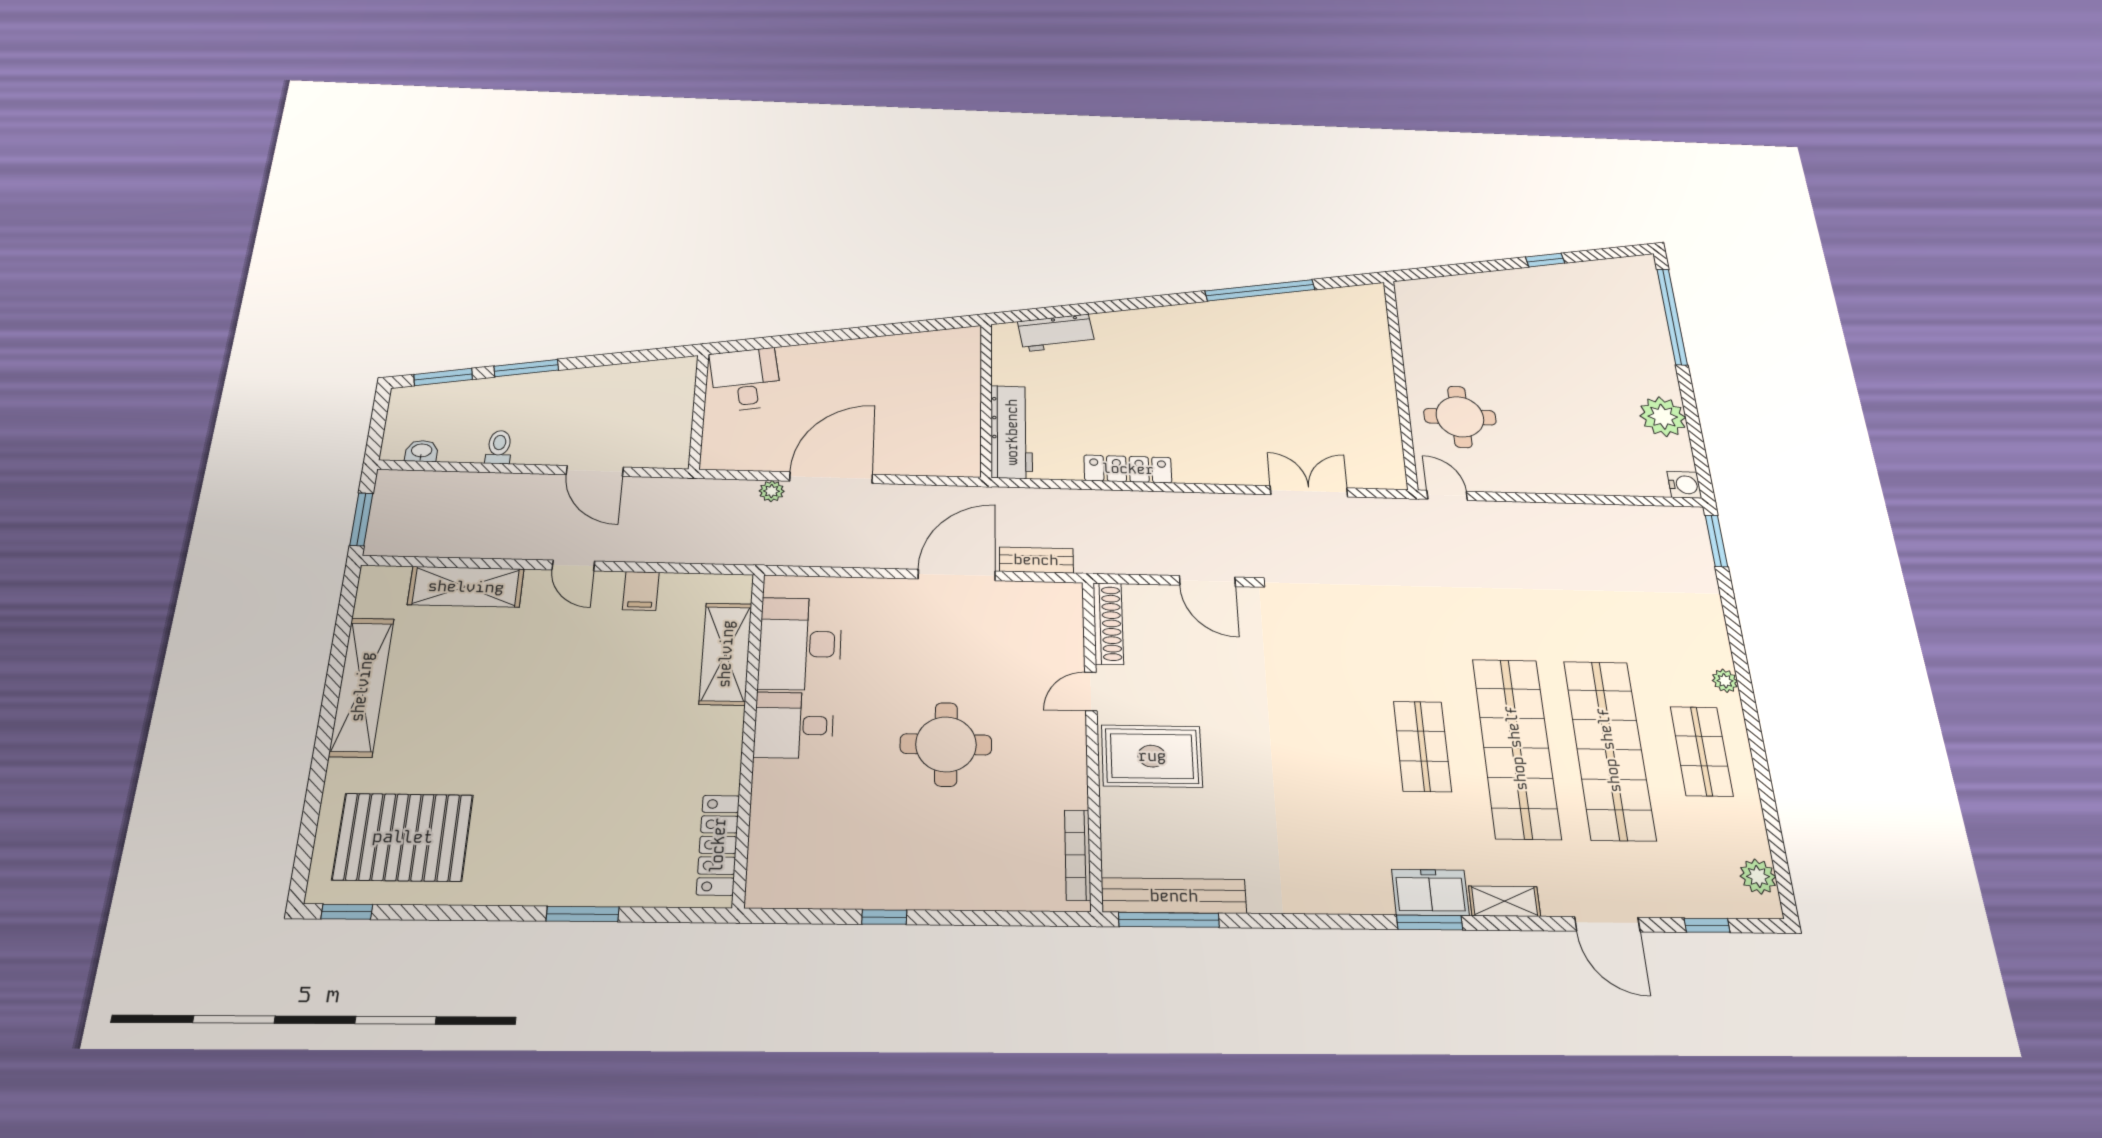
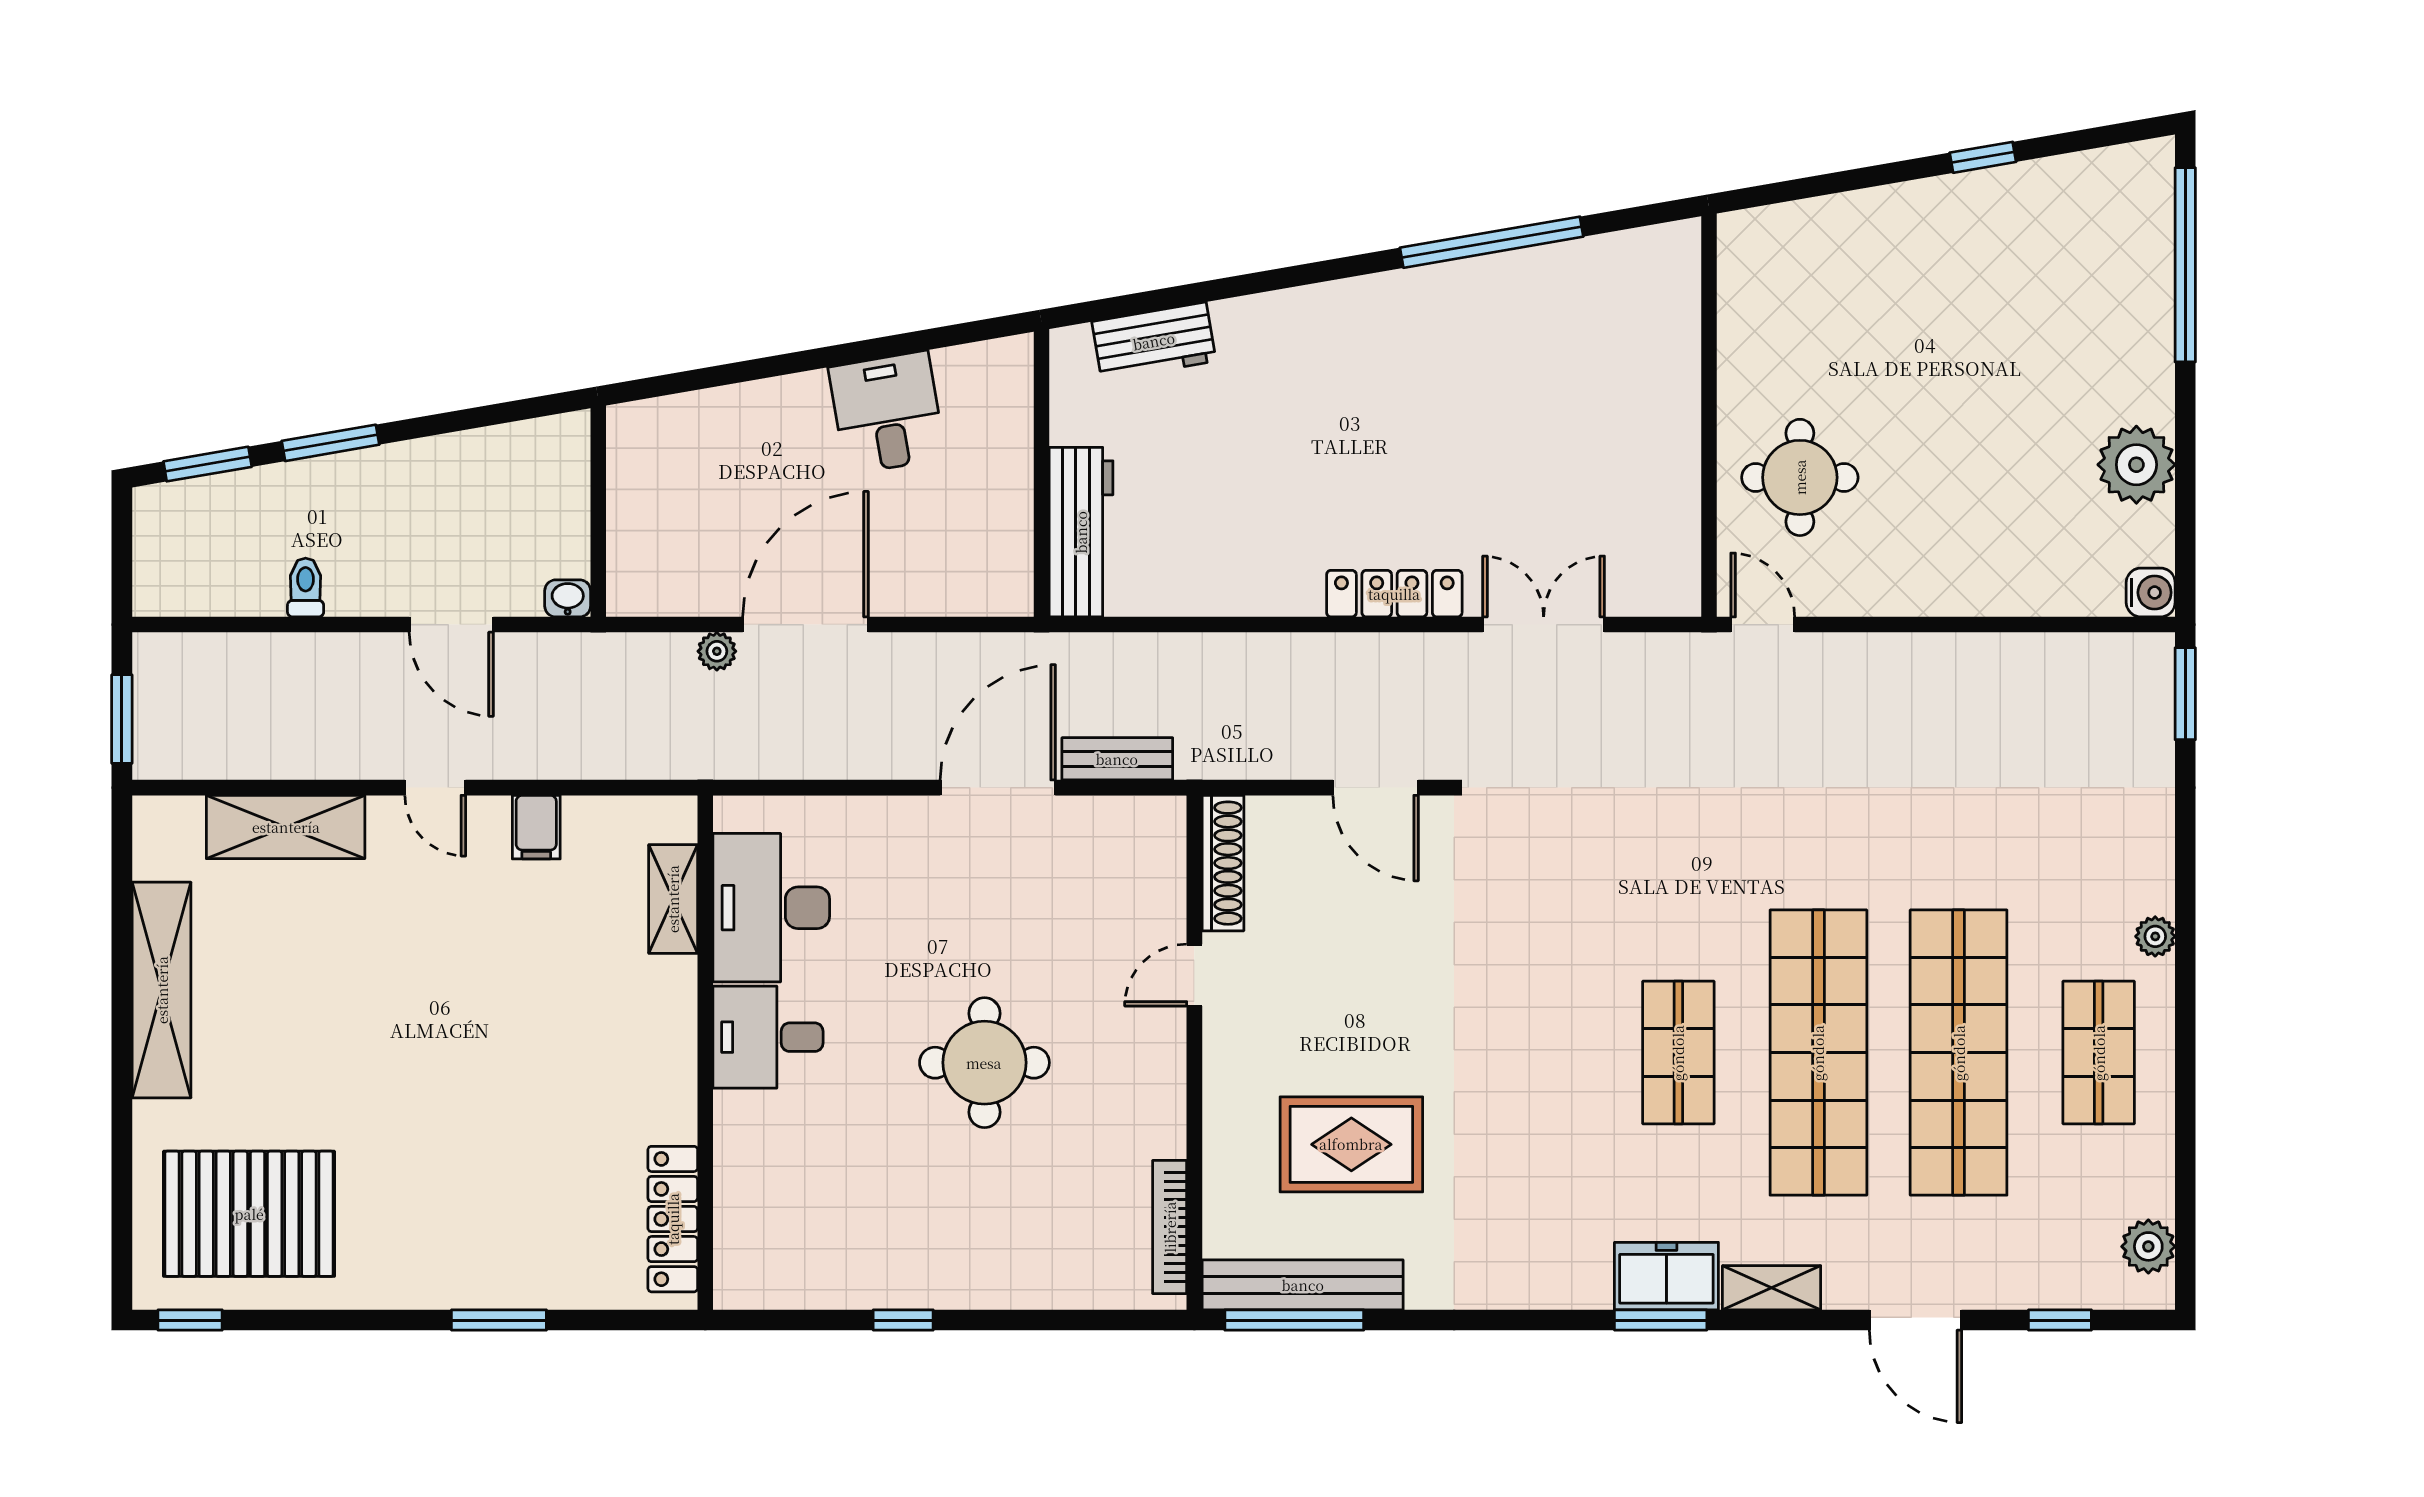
desk: (746, 380) -> (887, 413), moved
washbasin: (422, 451) -> (568, 598), moved
locker: (1128, 469) -> (1394, 594), moved
shelving: (726, 654) -> (673, 899), width x0.67, depth x0.75
rug: (1152, 756) -> (1351, 1144), moved

